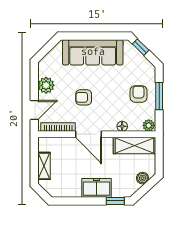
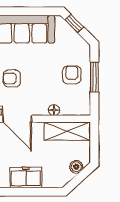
plant: (149, 125) -> (83, 109), removed
window: (115, 201) -> (47, 192), removed

